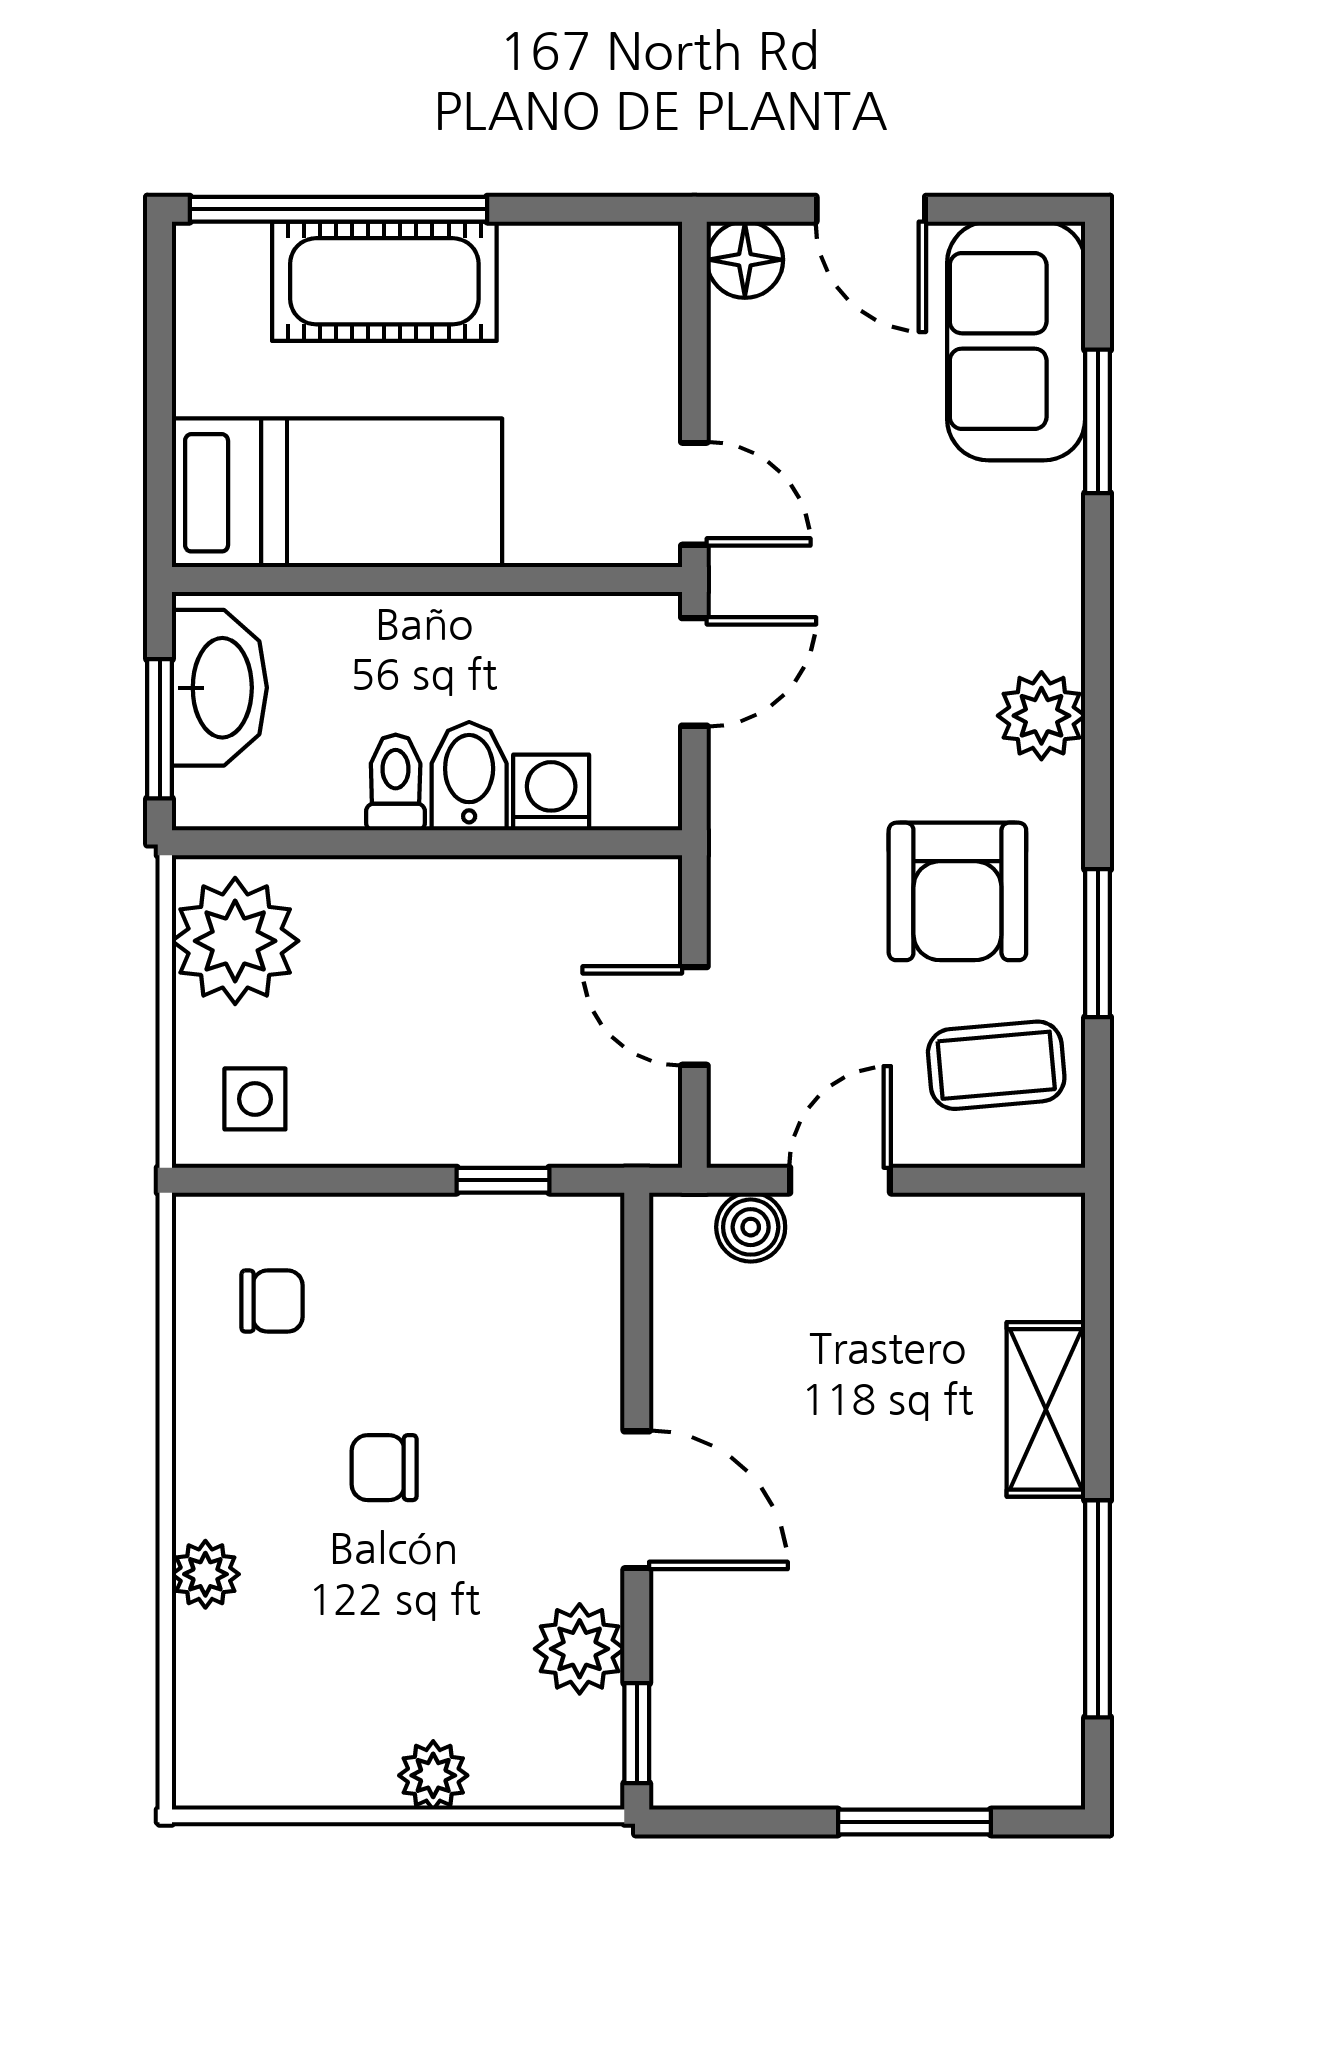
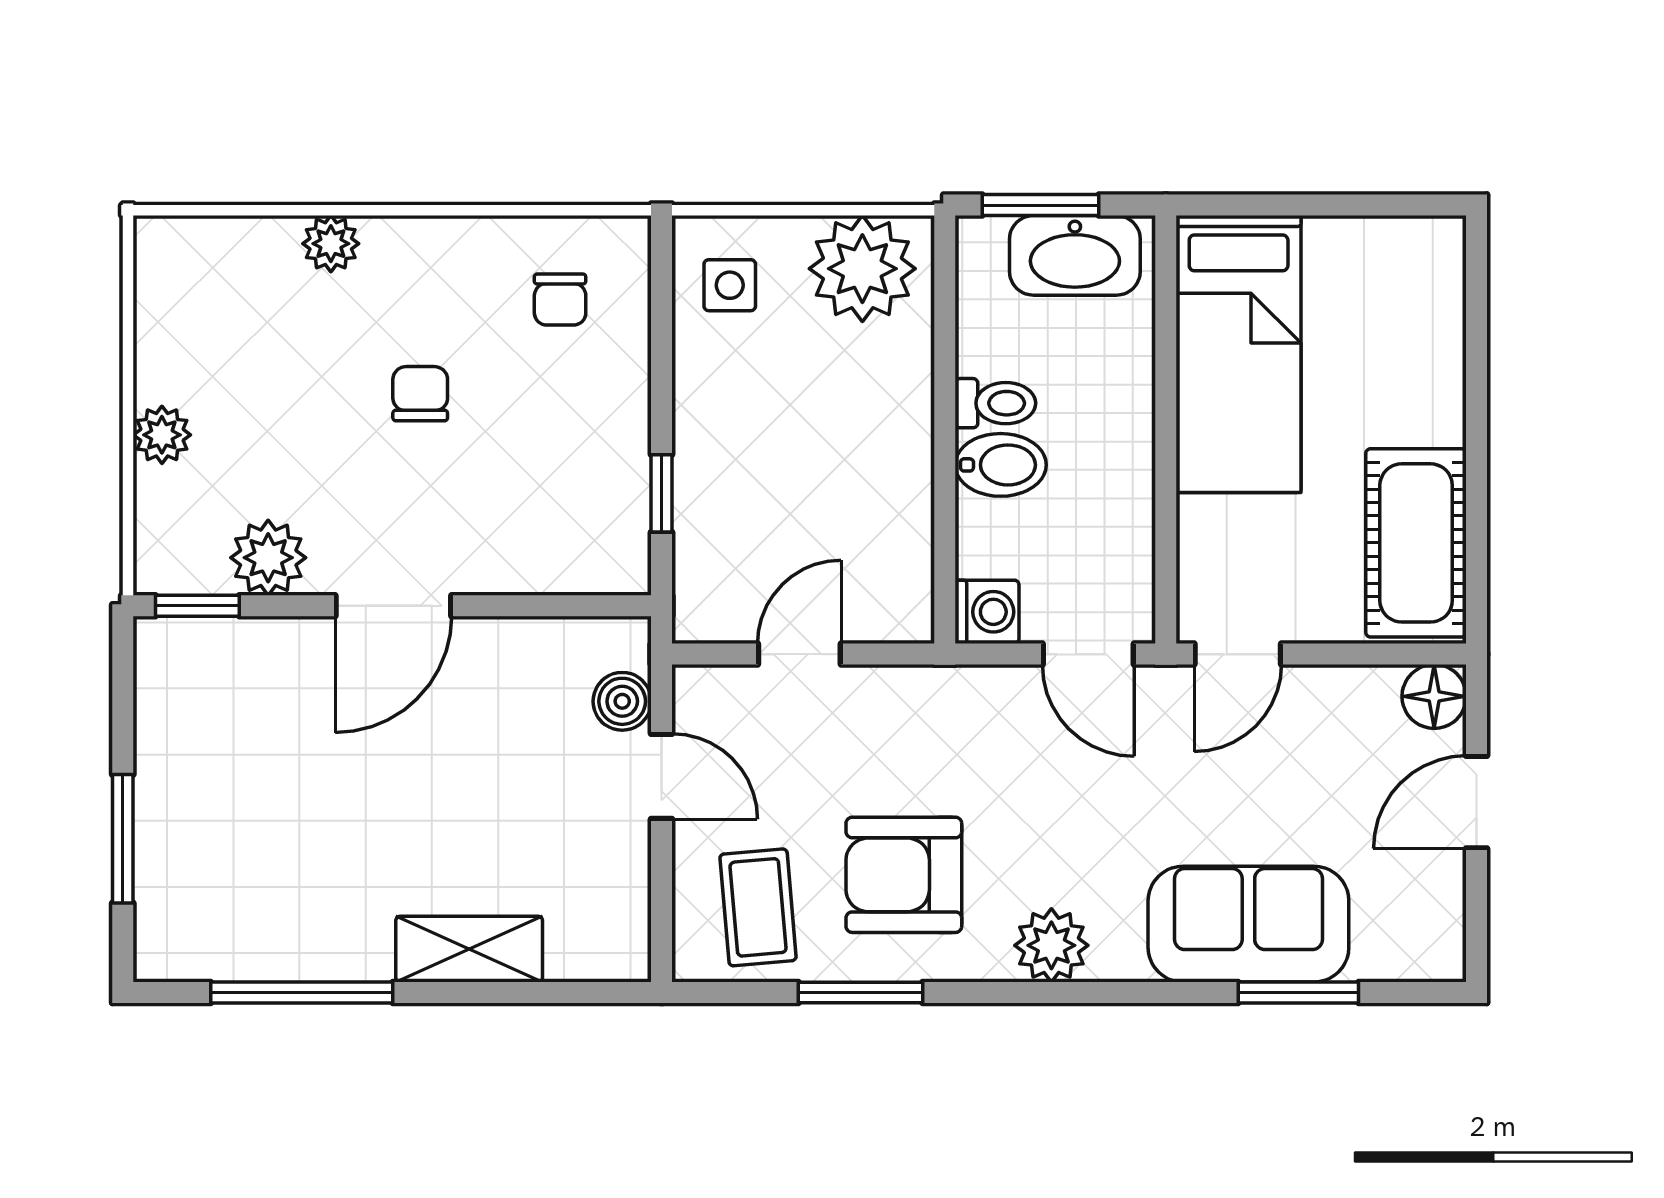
window: (338, 209) -> (1477, 355), removed
cot: (384, 281) -> (1416, 543), moved
sofa: (1016, 341) -> (1248, 924), moved
washing machine: (551, 793) -> (987, 612), moved

